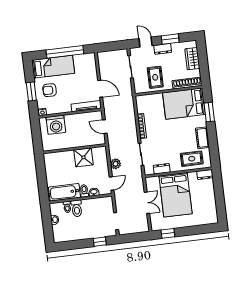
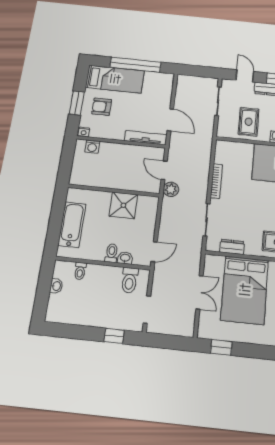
washing machine: (56, 125) -> (92, 147), width x0.53, depth x0.53
plant: (116, 164) -> (171, 189), moved
bathtub: (64, 192) -> (72, 225), moved, turned 90
toilet: (77, 208) -> (130, 280), moved

